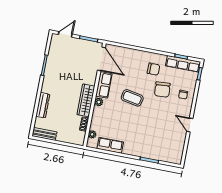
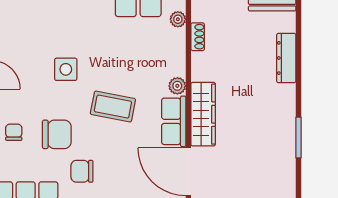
chair: (162, 90) -> (57, 134), turned 94
wardrobe: (86, 100) -> (203, 114), moved
side table: (152, 120) -> (66, 69), added

